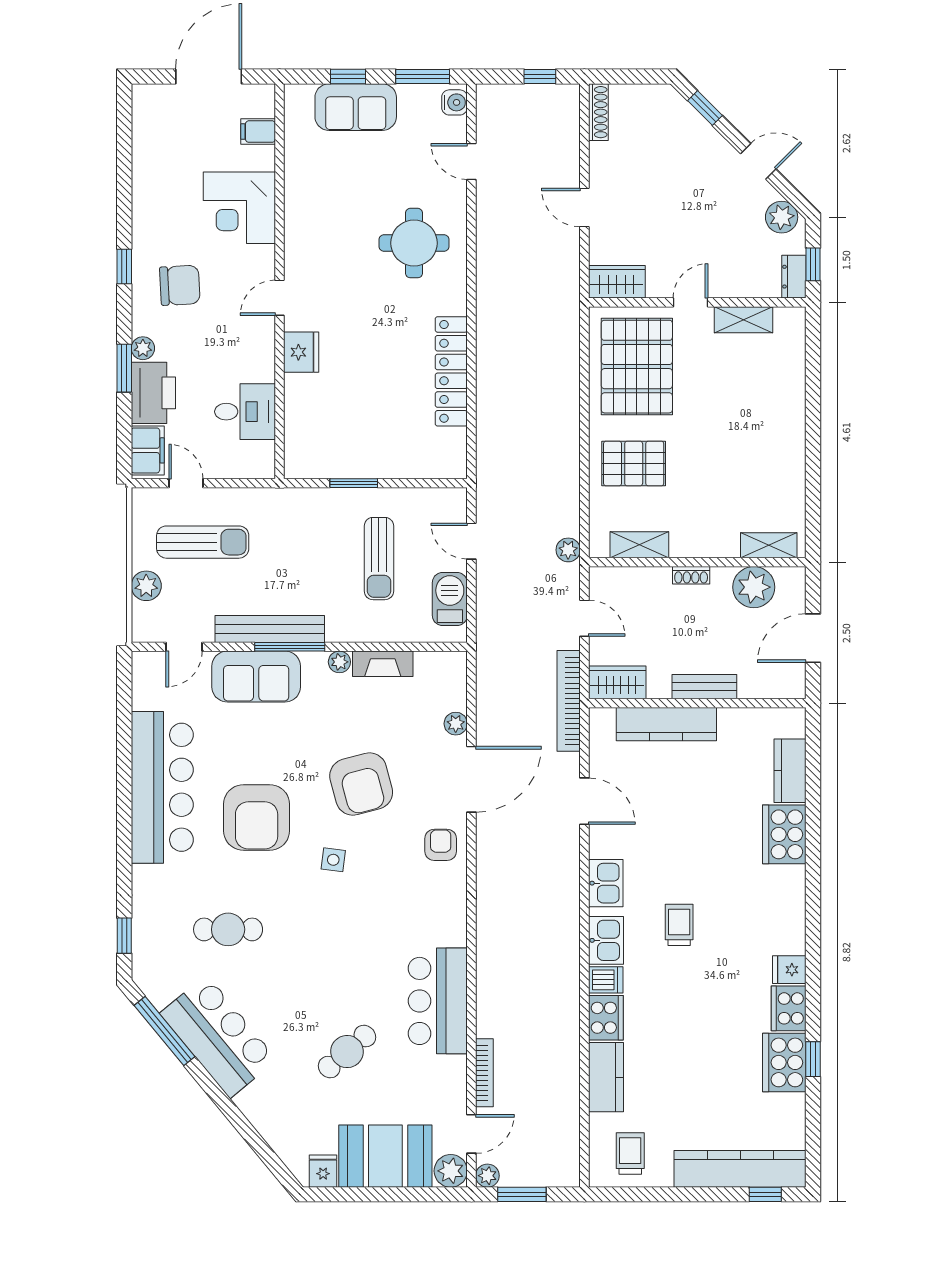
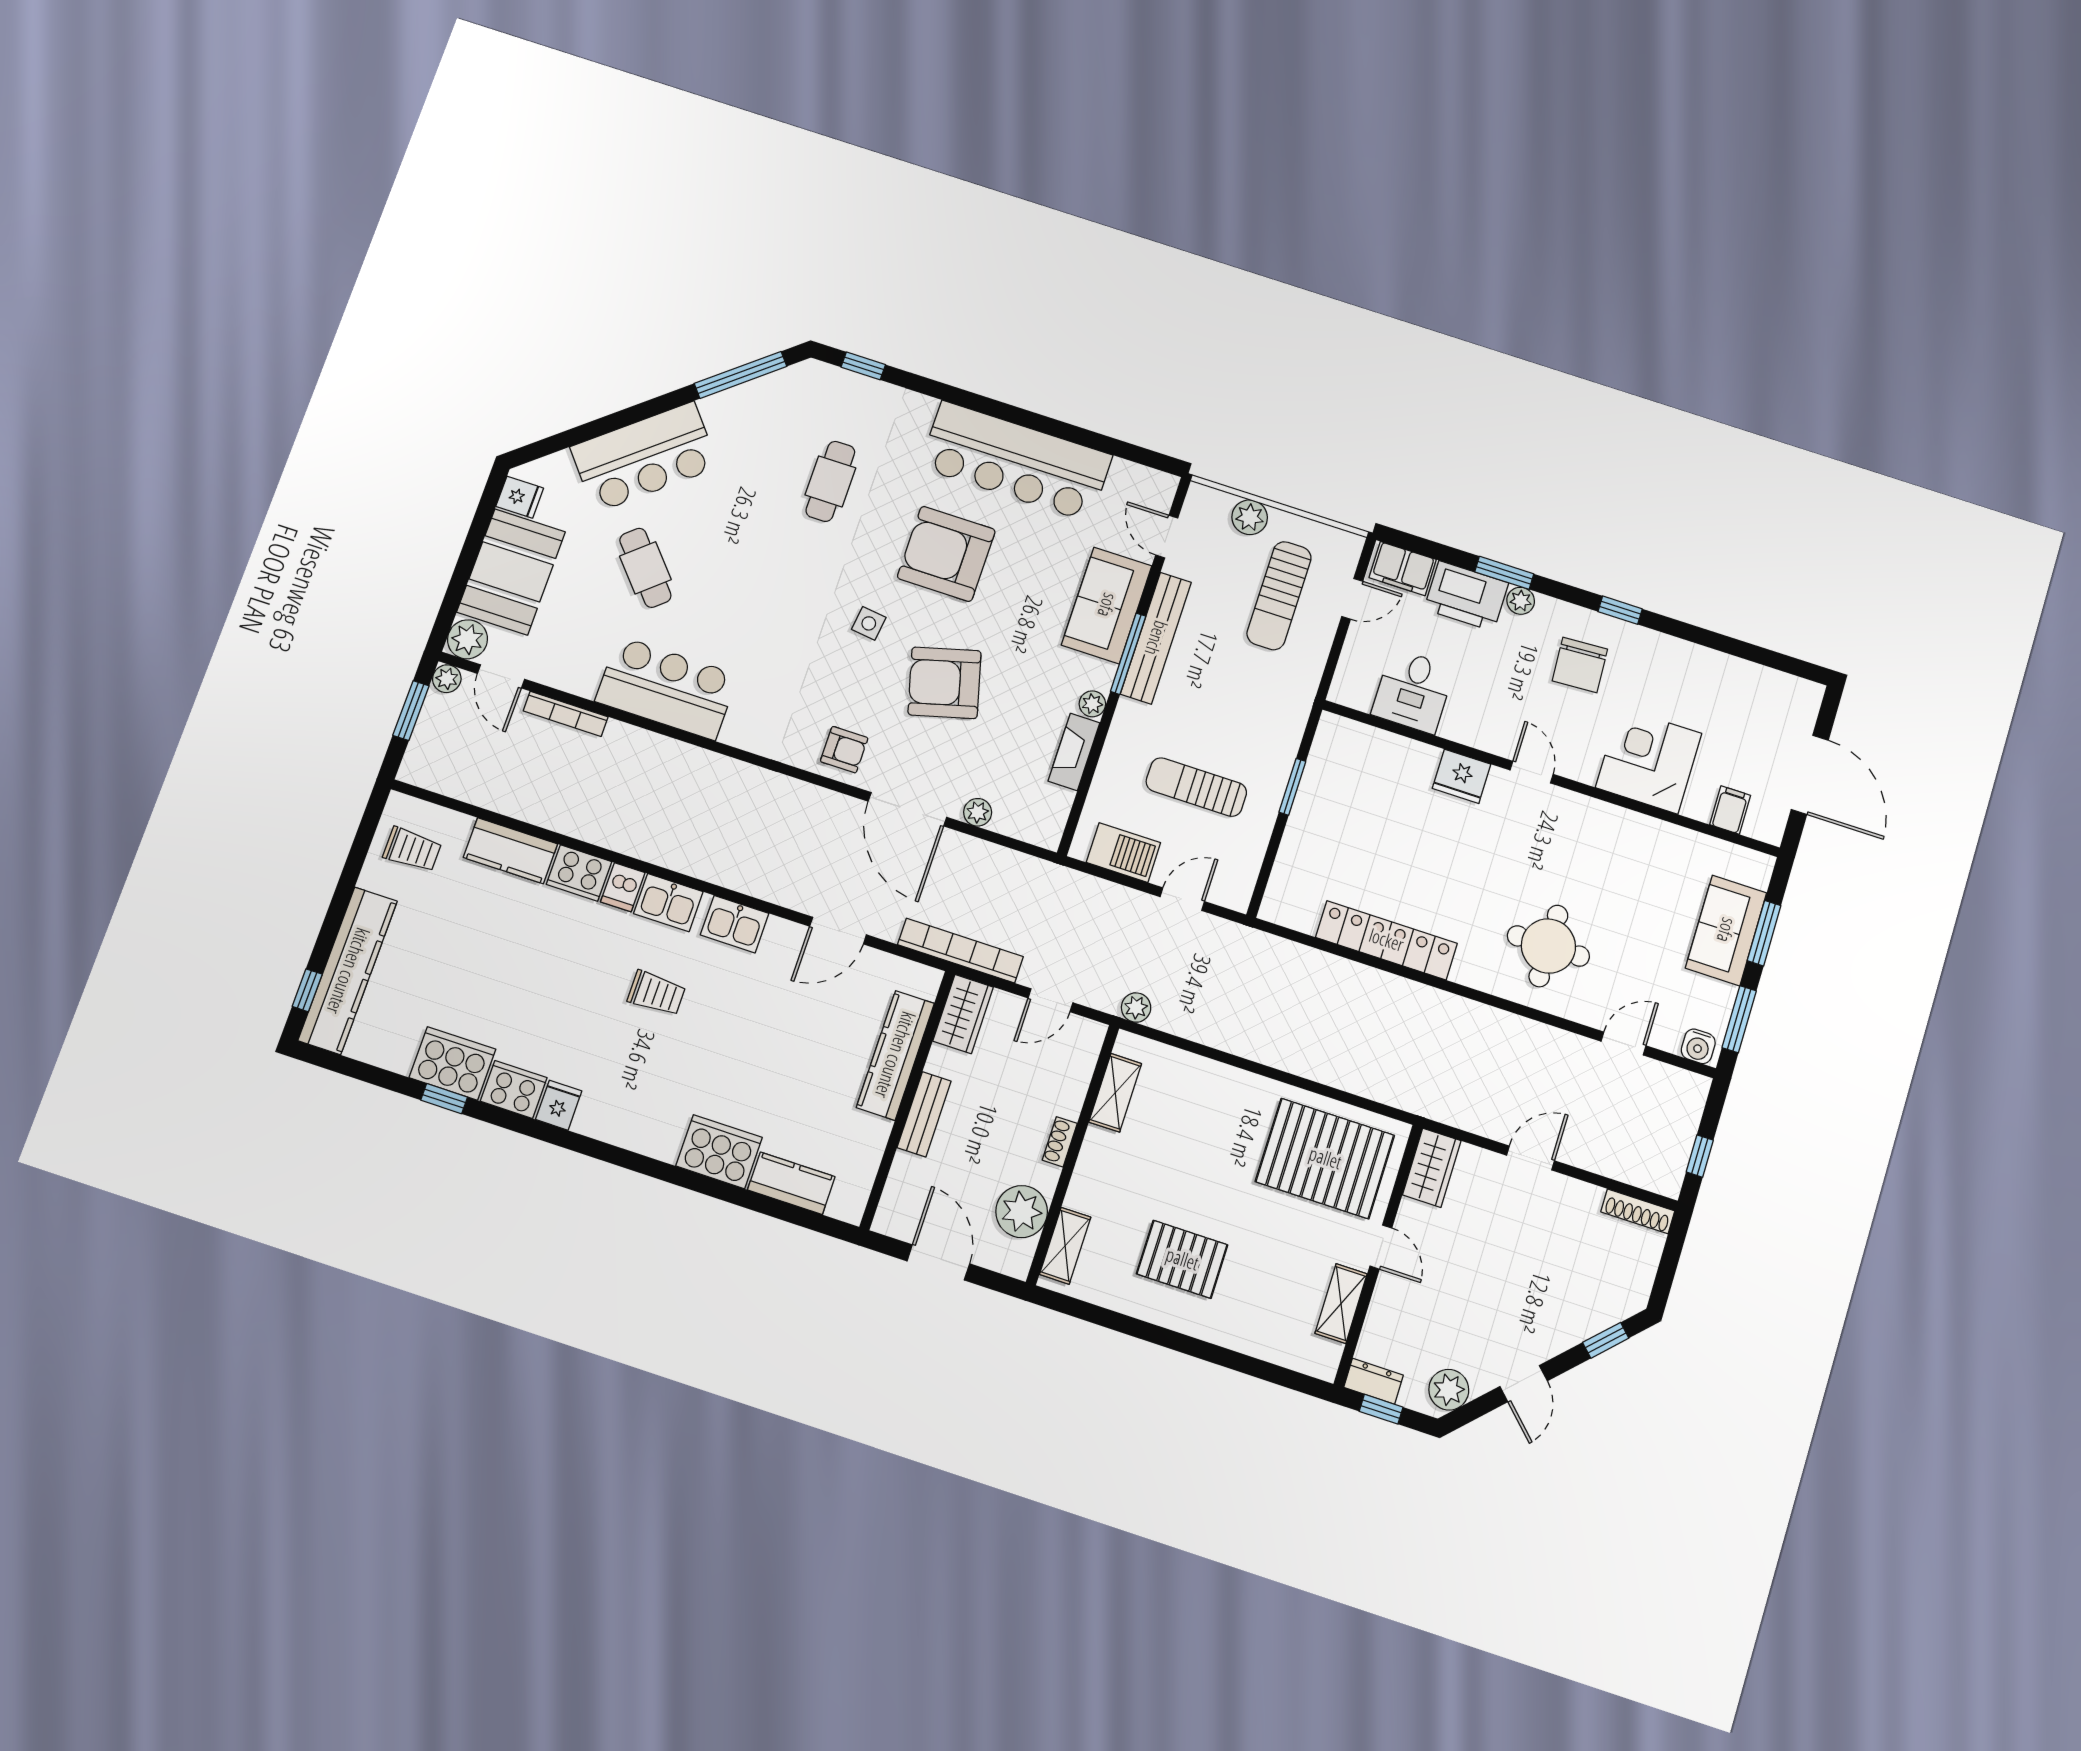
window: (348, 77) -> (1764, 933), width x1.50
pallet: (634, 464) -> (1182, 1259), moved, turned 90
bar counter: (218, 1037) -> (645, 457), moved

